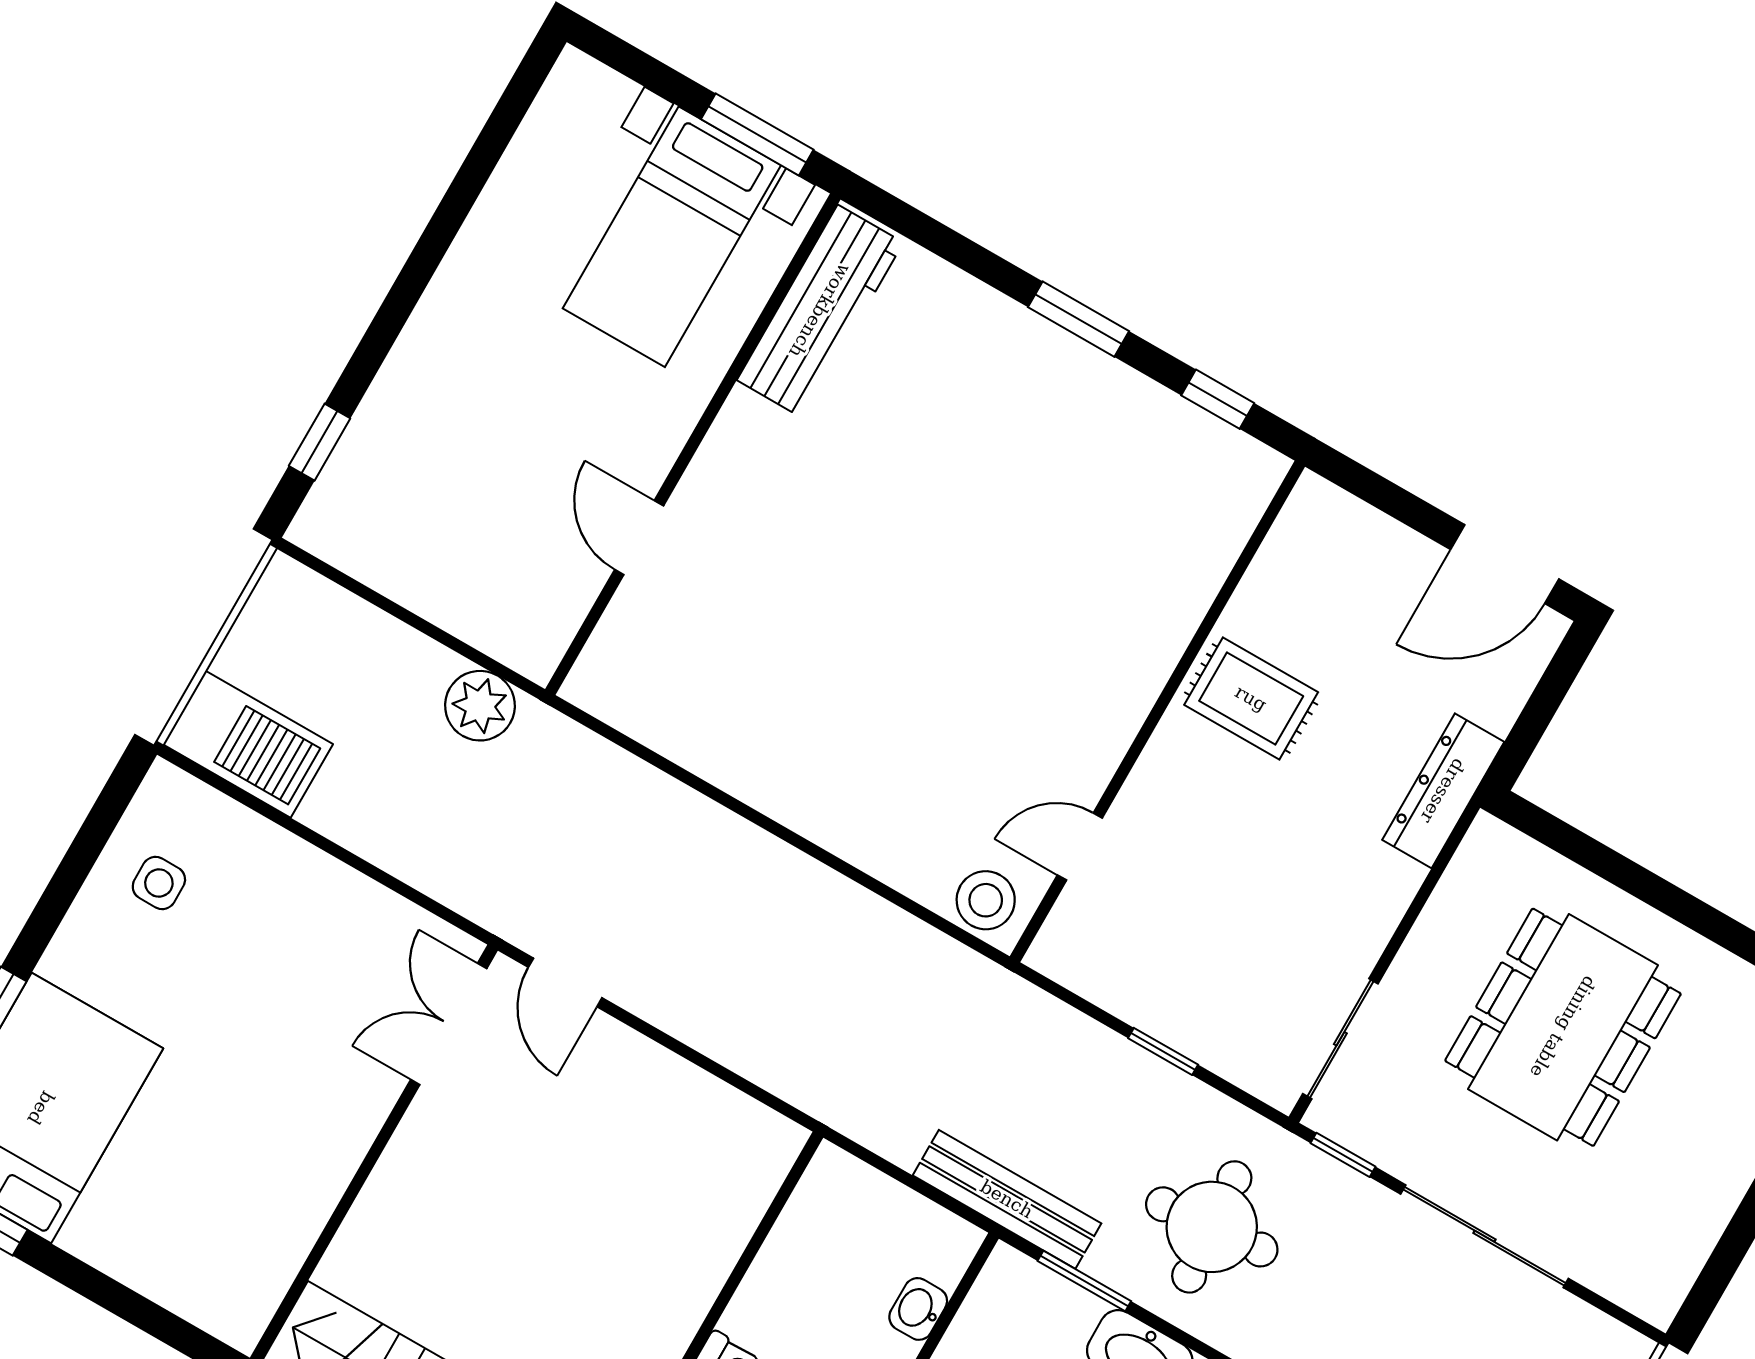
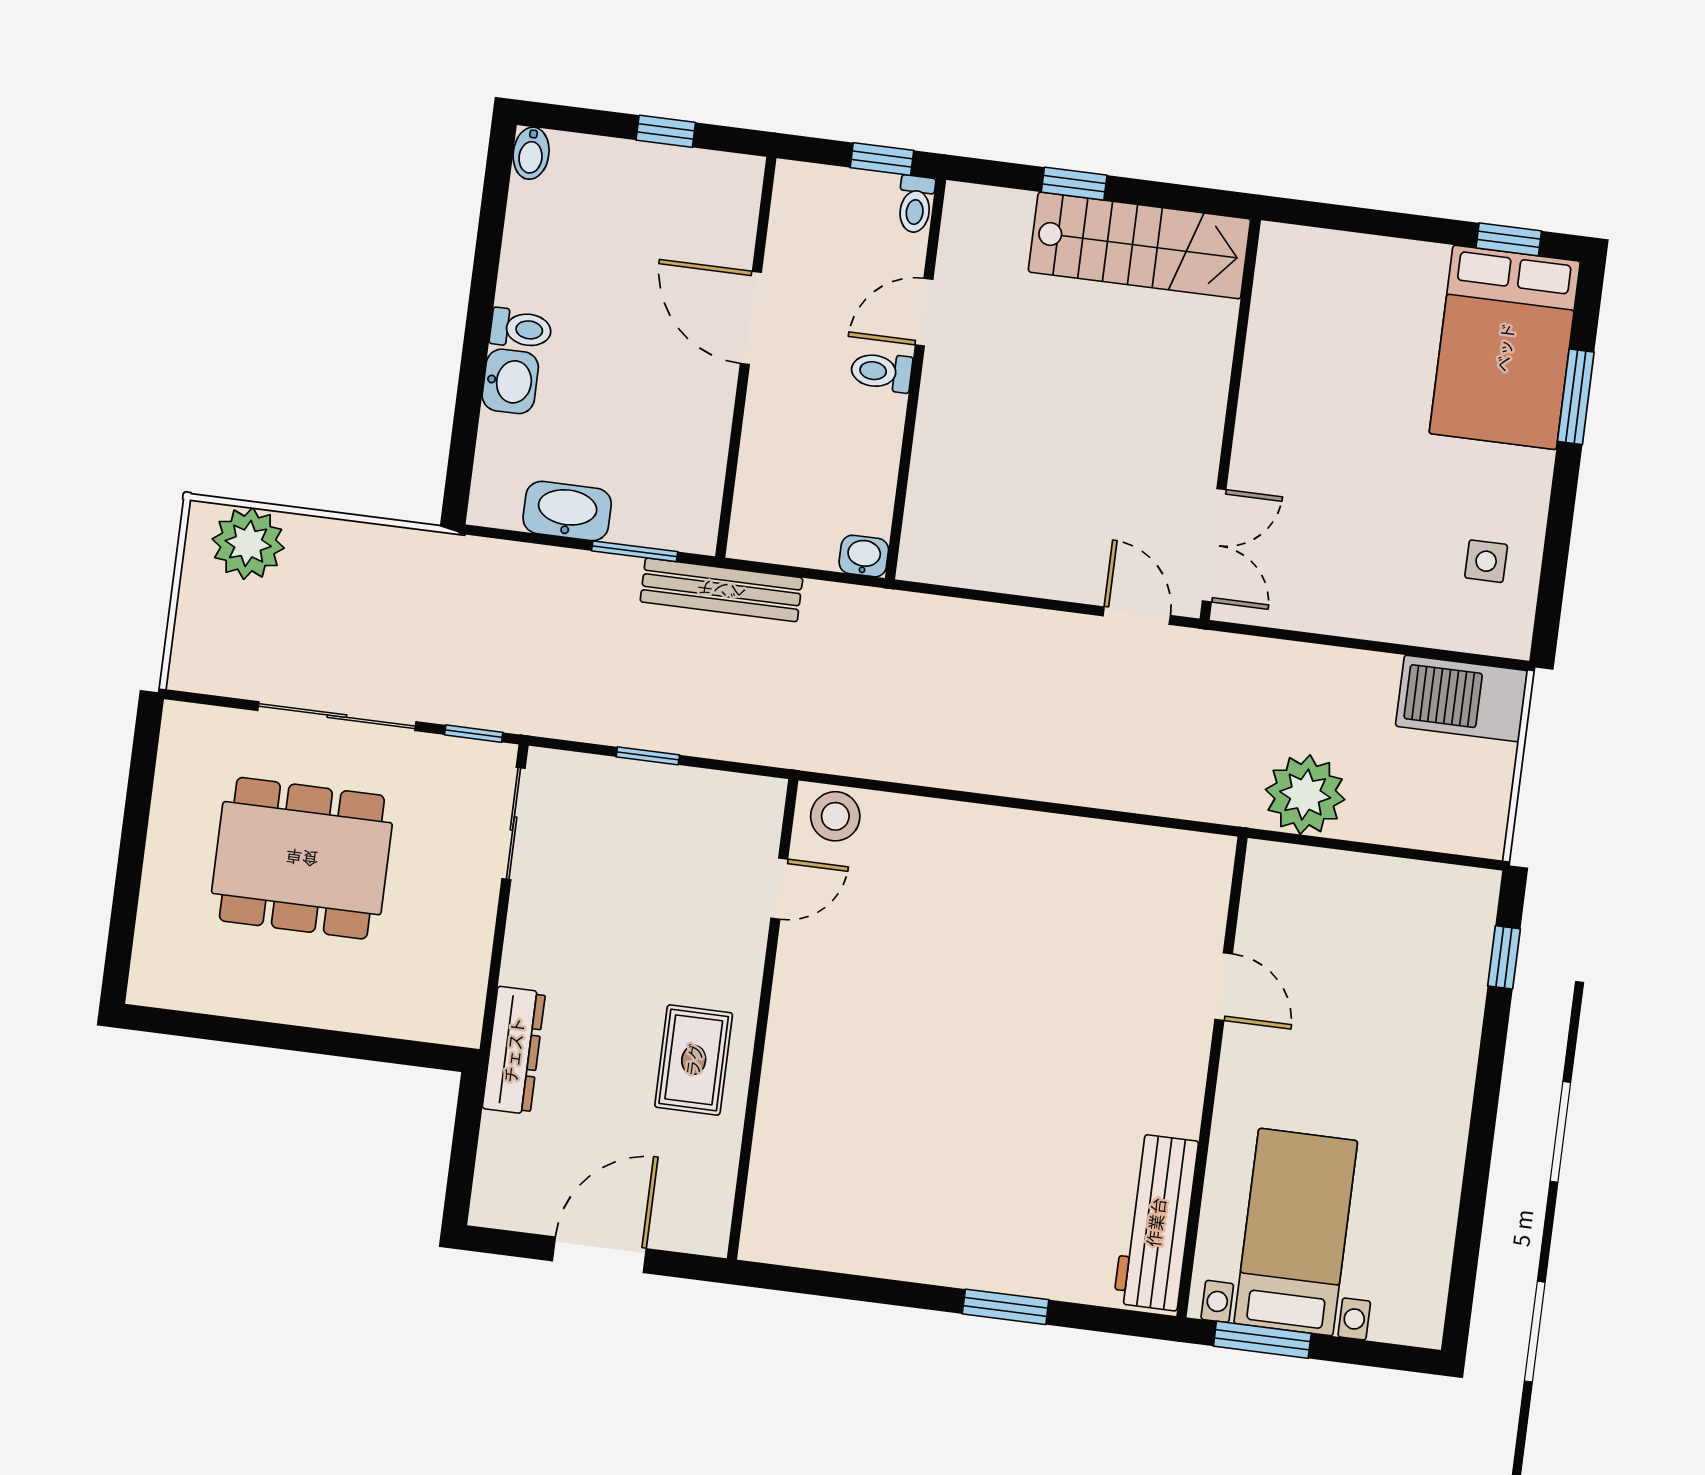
window: (1079, 319) -> (1006, 1307), moved
window: (1218, 399) -> (817, 1283), removed
door: (1505, 564) -> (599, 1255), moved
rug: (1251, 698) -> (694, 1060), turned 90
plant: (480, 706) -> (1305, 795), width x1.36, depth x1.36
dining table: (1563, 1027) -> (302, 858), moved, turned 90
round table: (1212, 1227) -> (553, 635), removed
washbasin: (918, 1309) -> (864, 556), moved, turned -90

